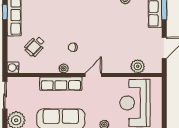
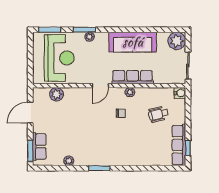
wheelchair: (35, 46) -> (158, 114), turned -147

